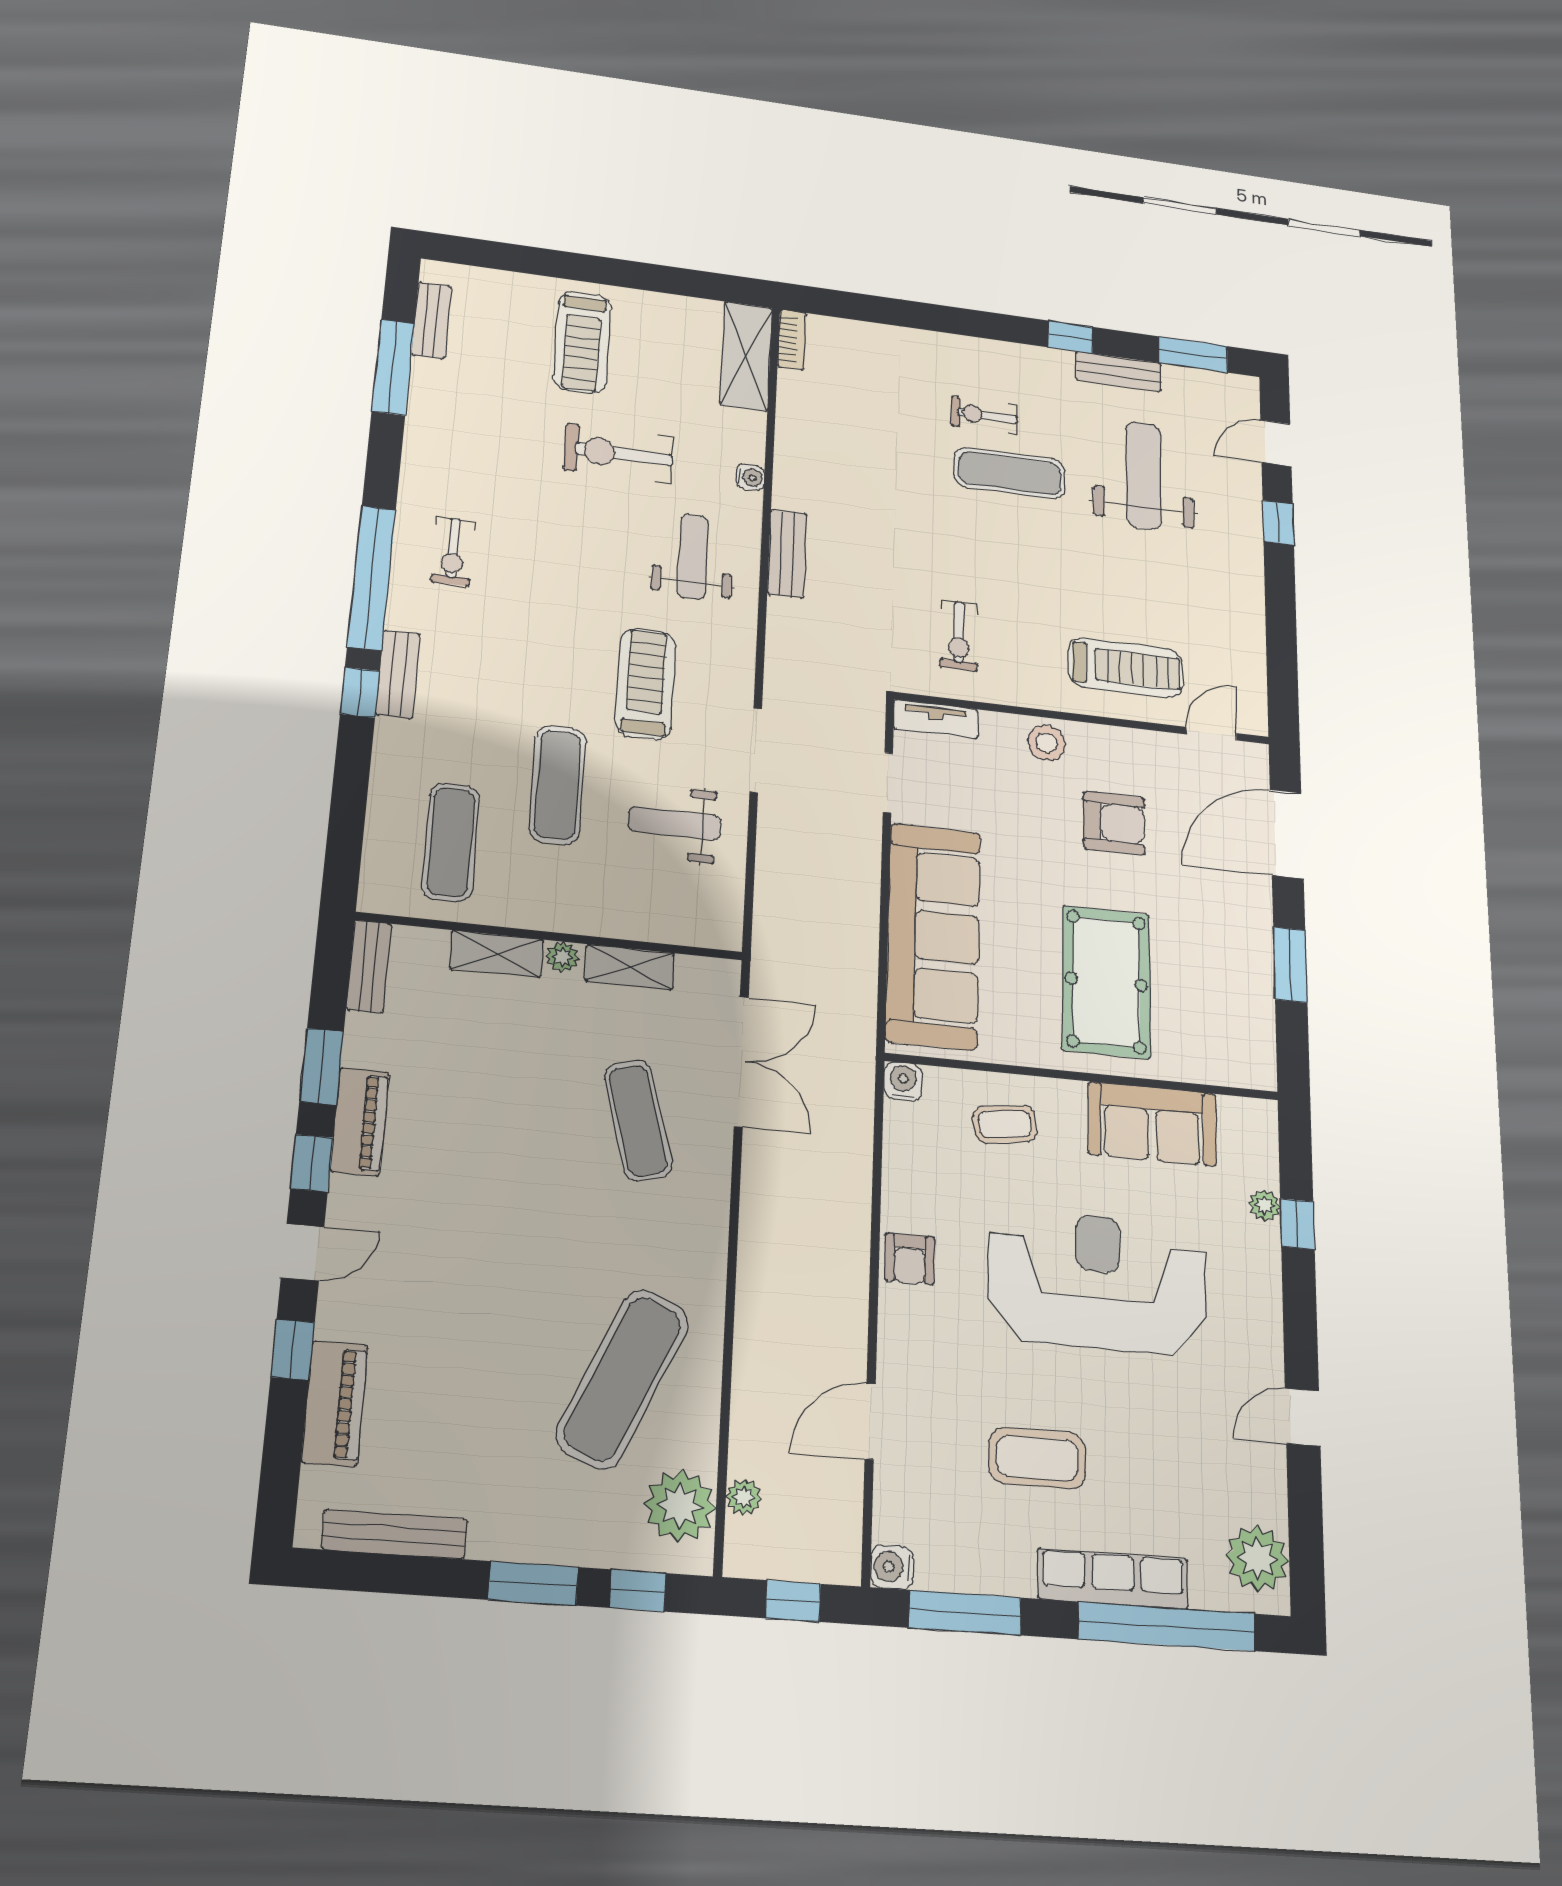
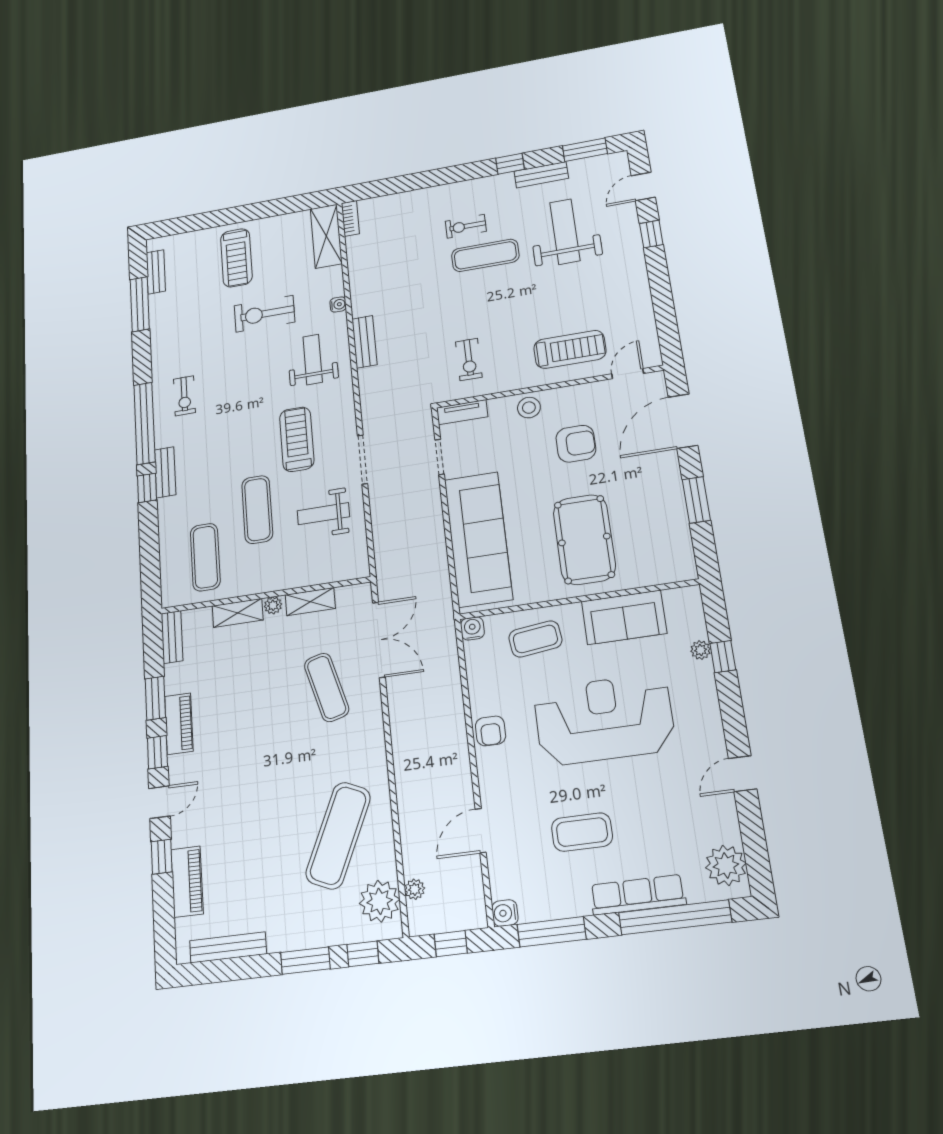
coffee table: (1005, 1124) -> (535, 639), width x1.36, depth x1.30

